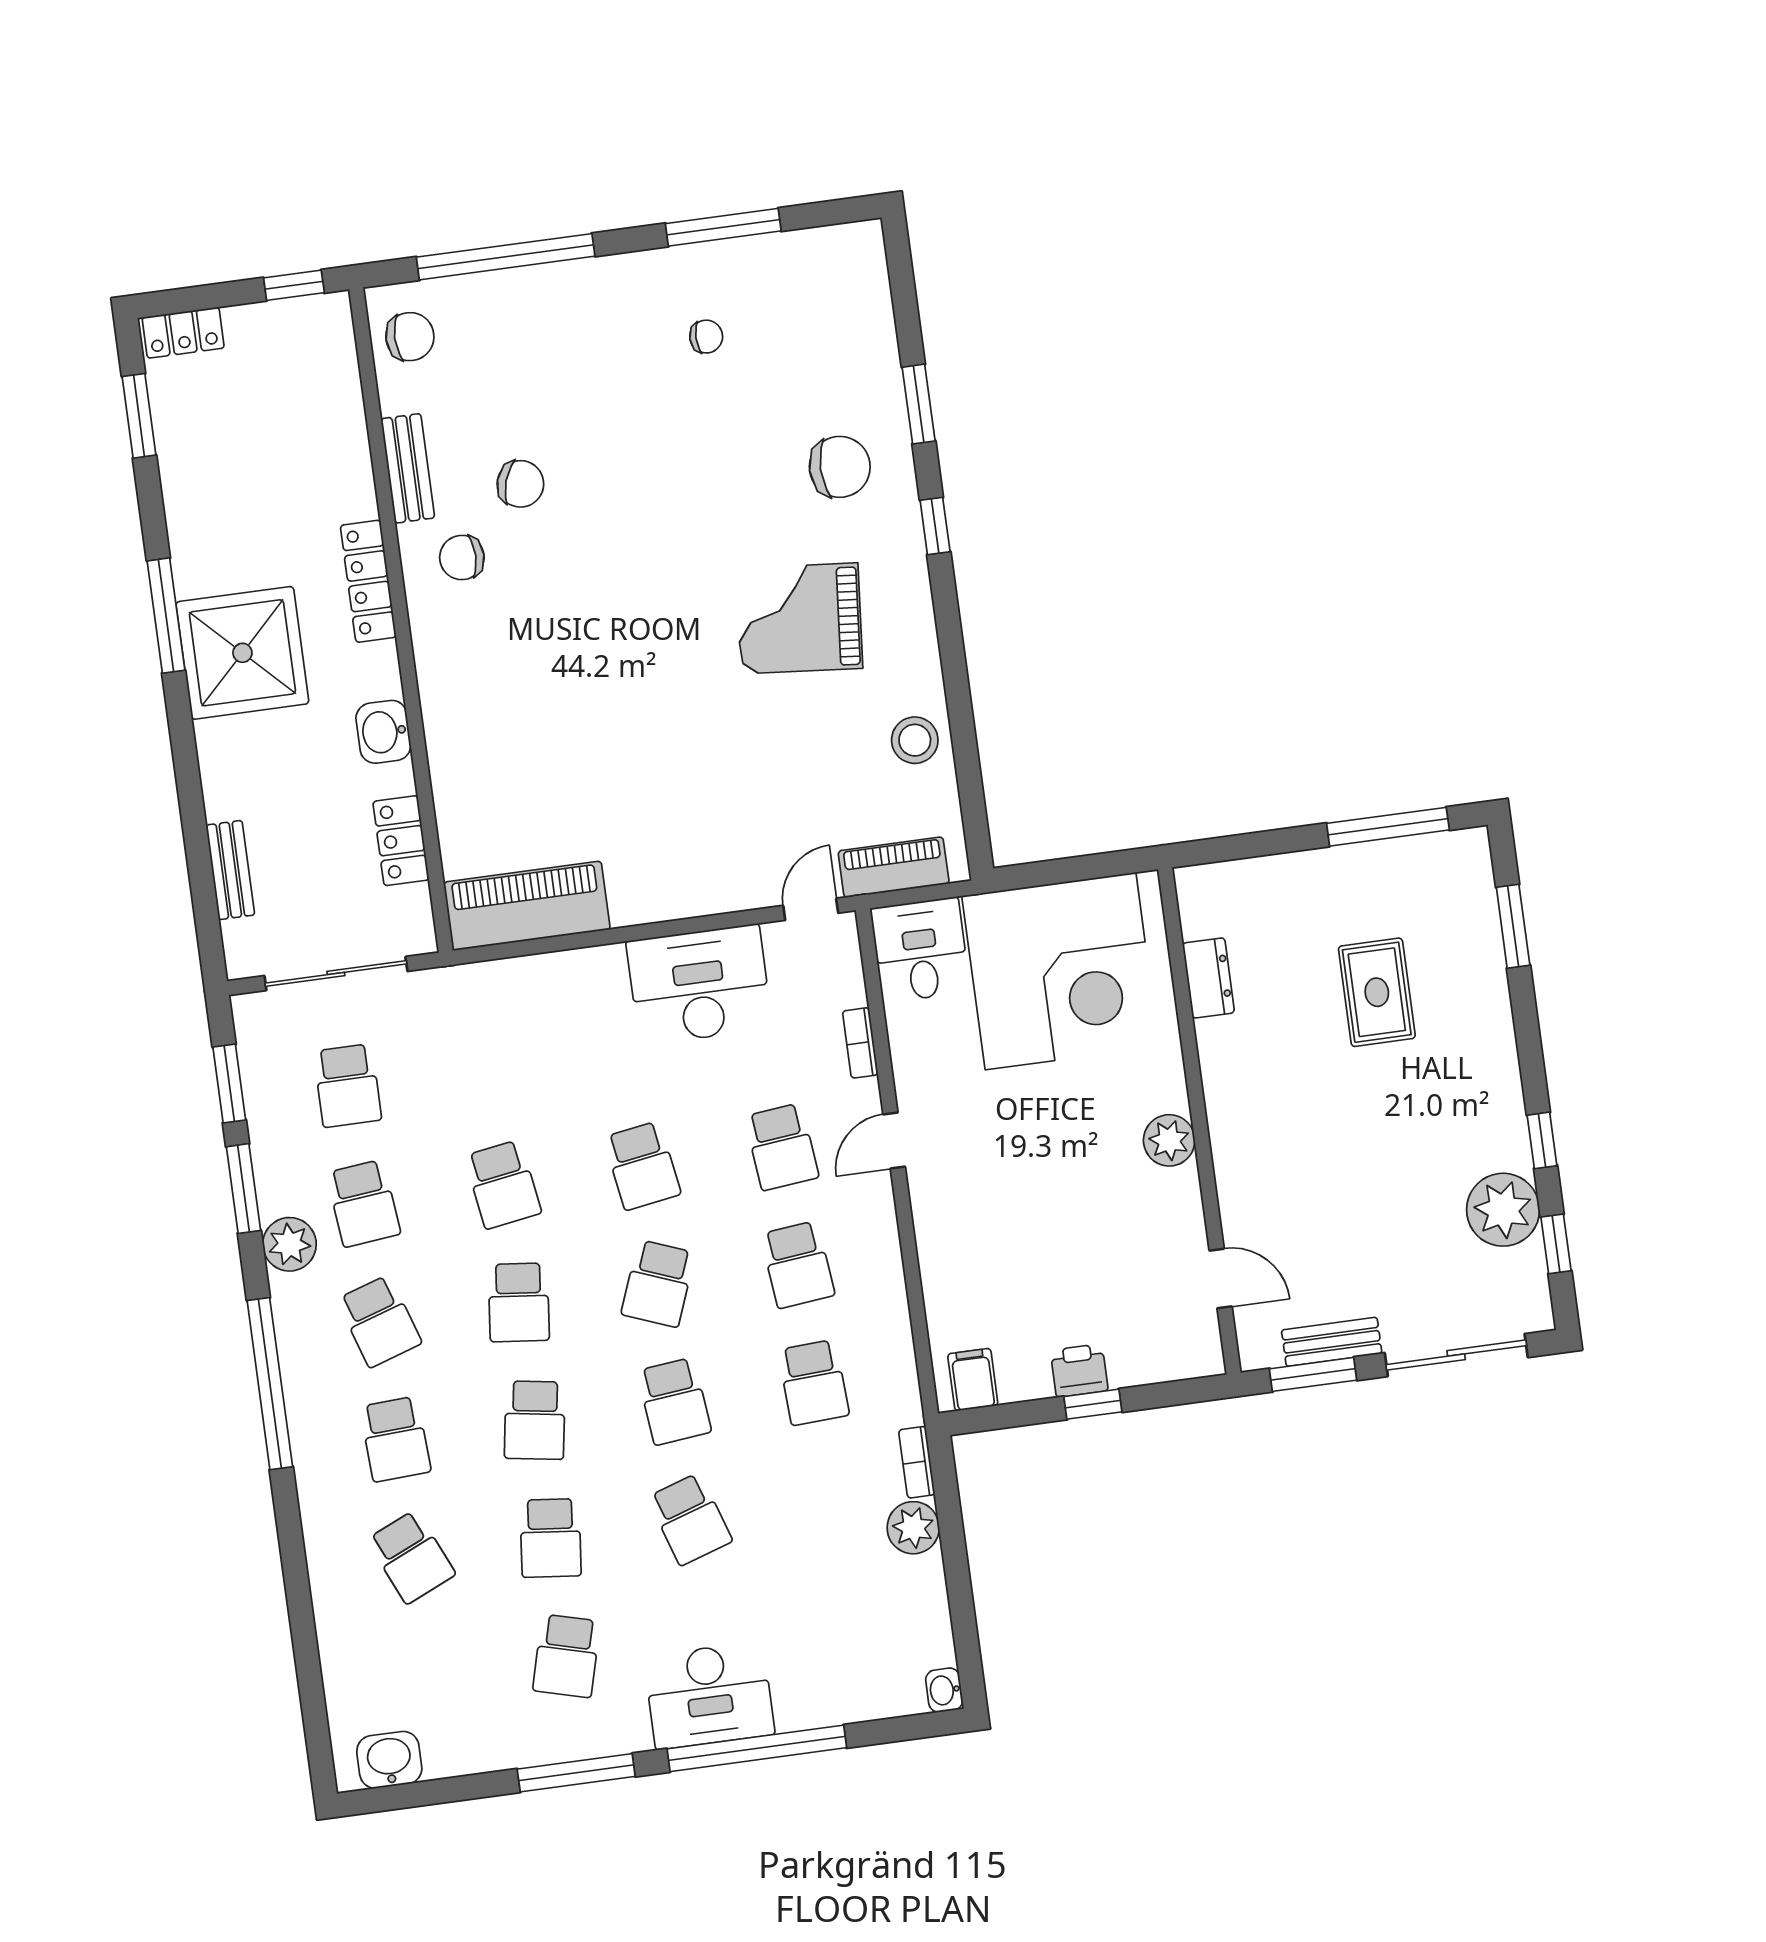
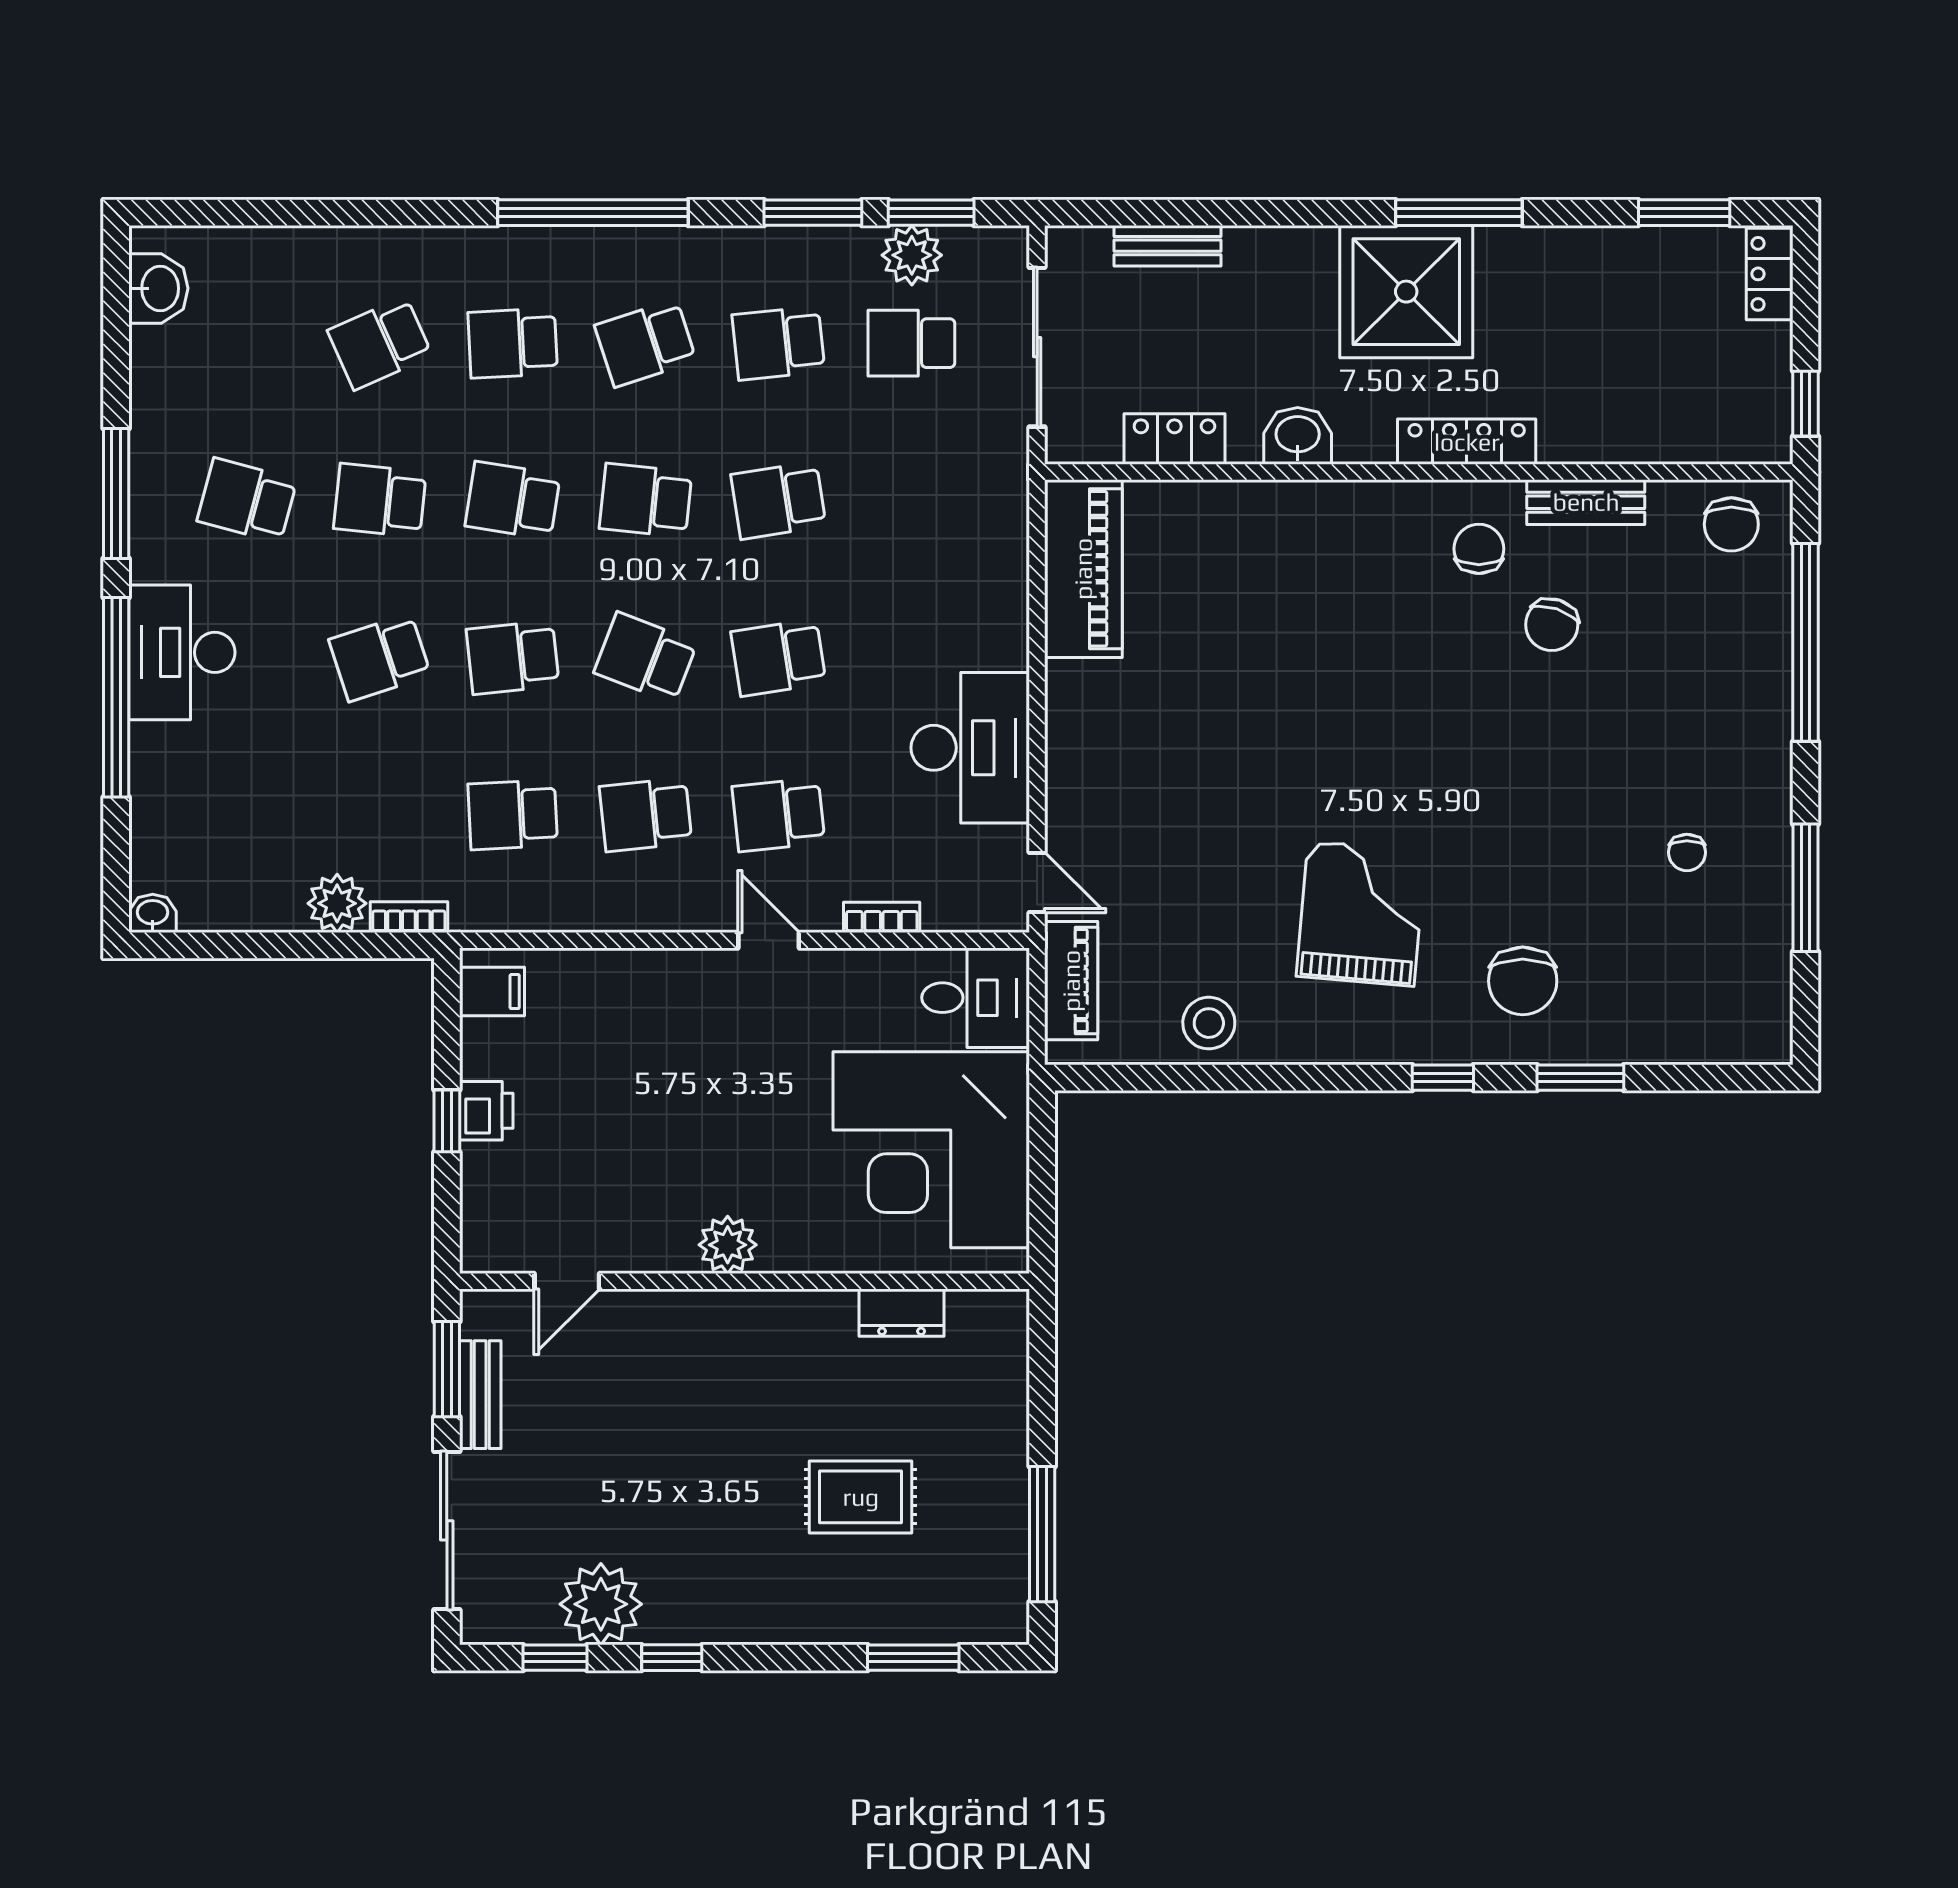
plant: (289, 1244) -> (912, 255), moved

